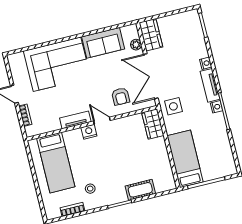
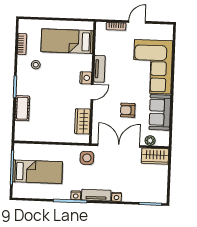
armchair: (121, 96) -> (128, 110), moved
wardrobe: (153, 124) -> (82, 121), moved, turned -90
bed: (185, 159) -> (38, 172), moved

